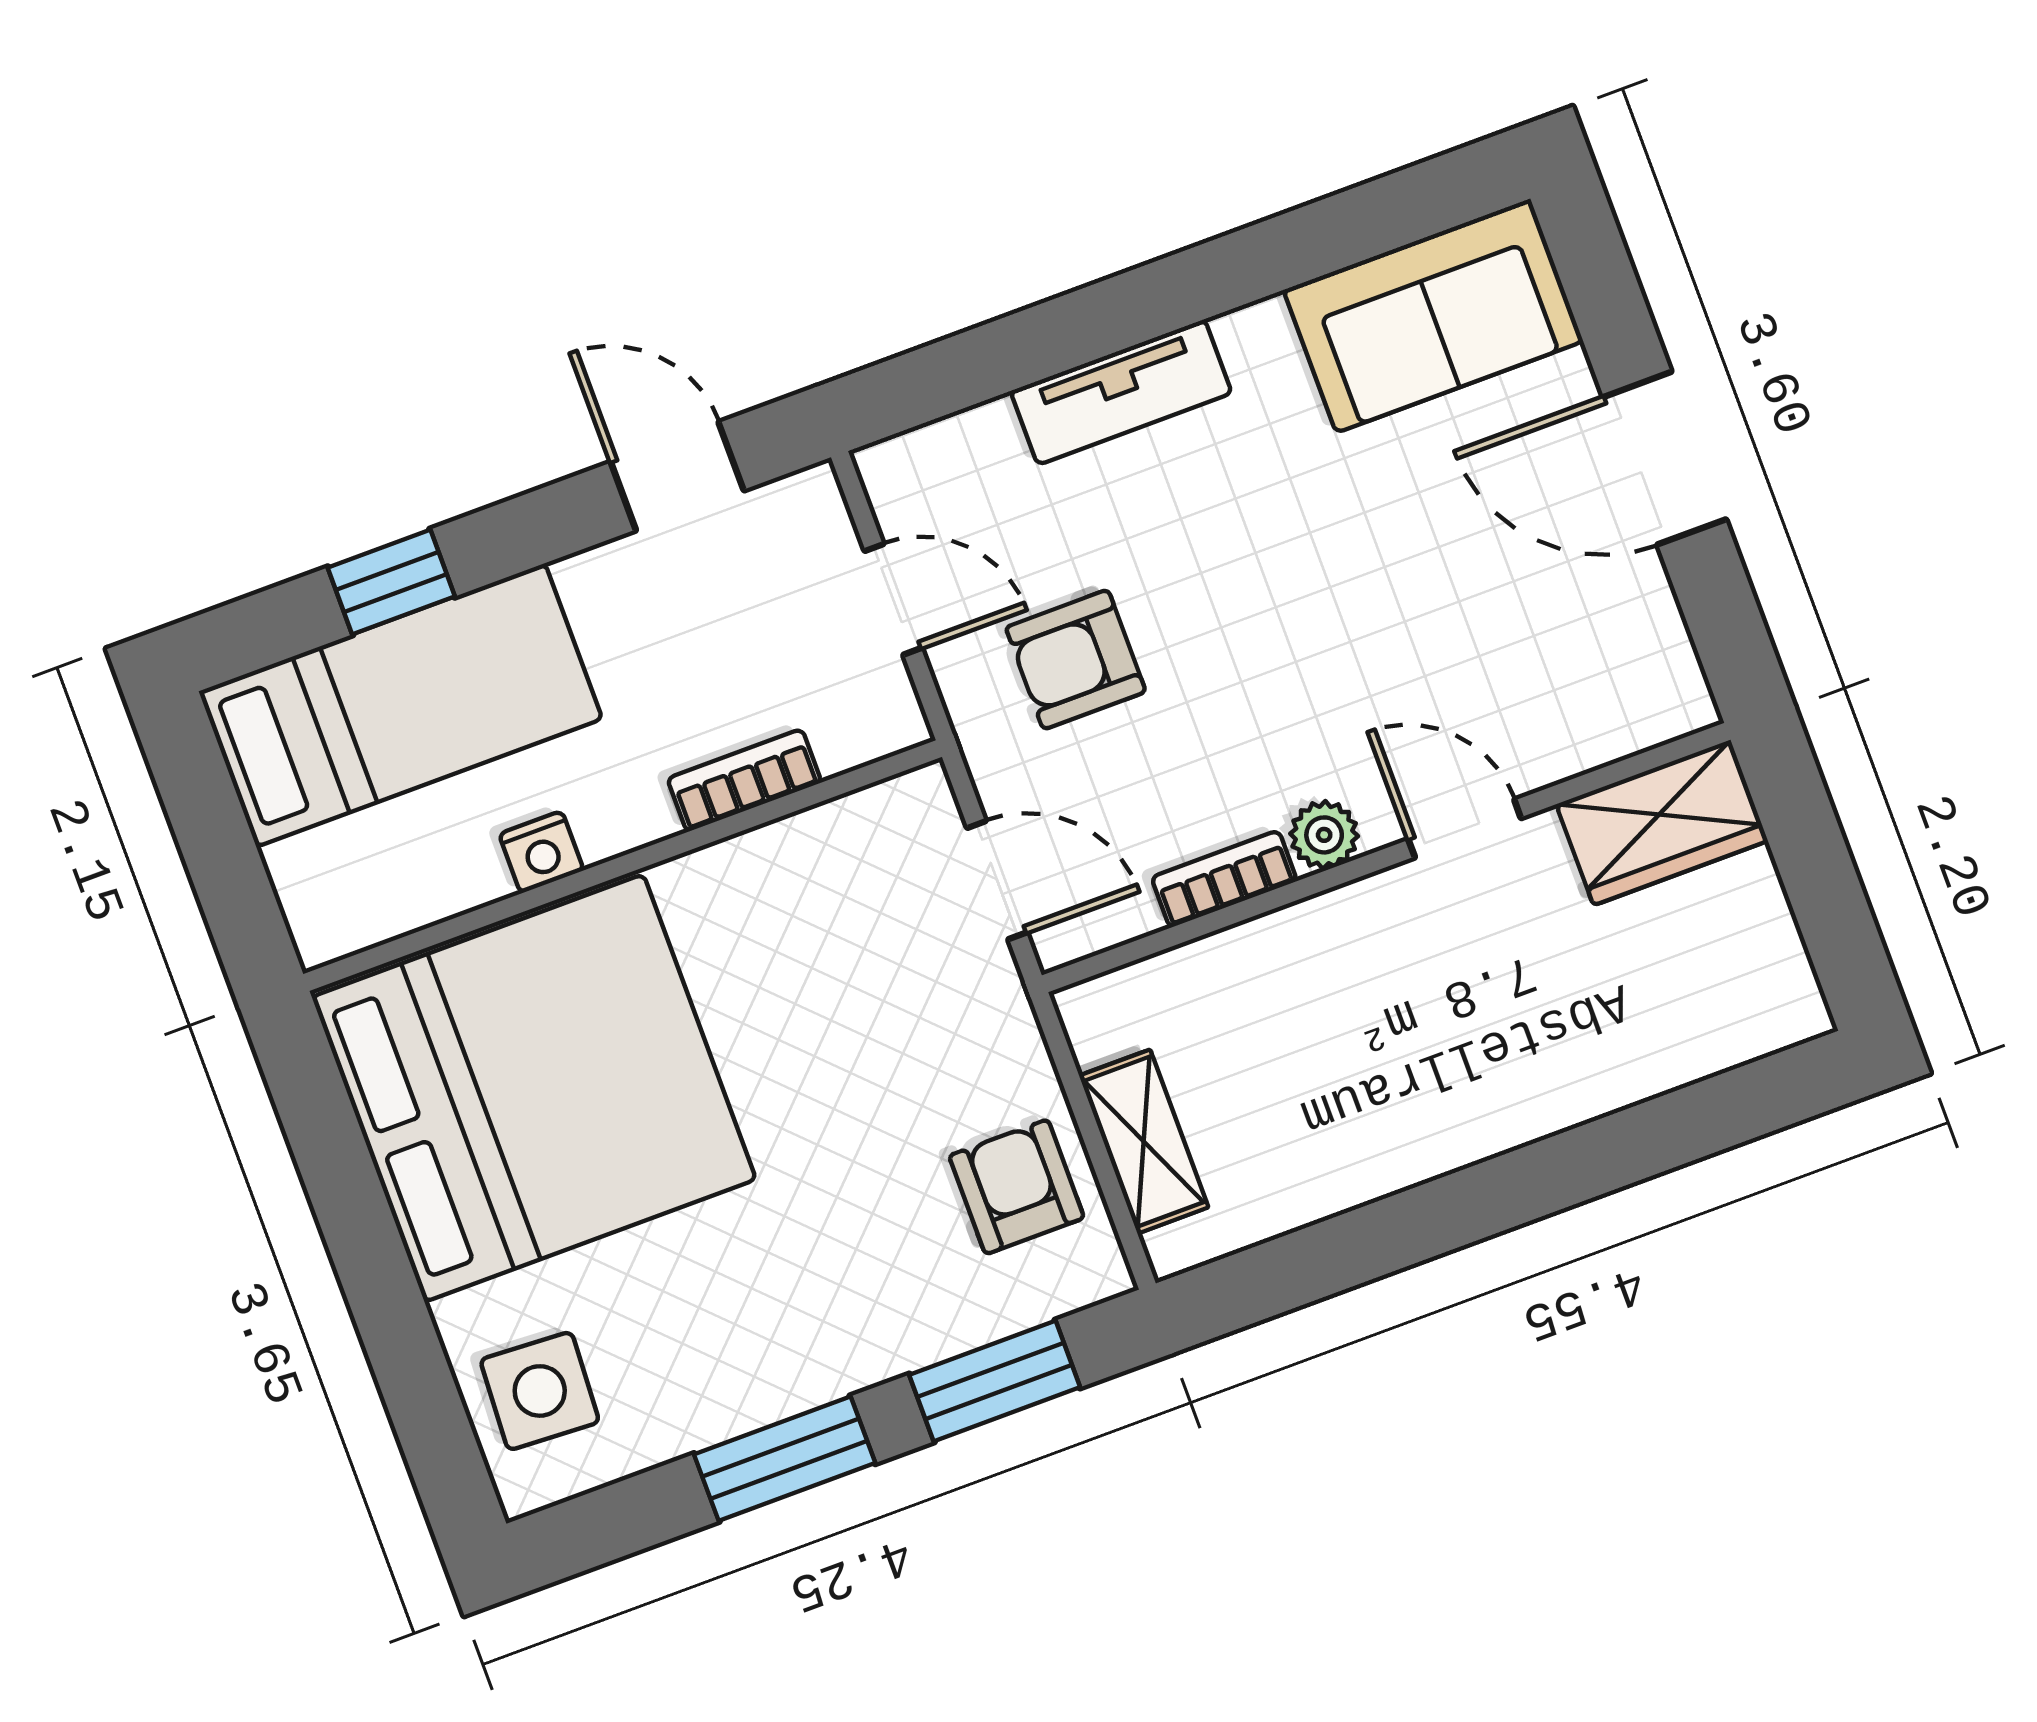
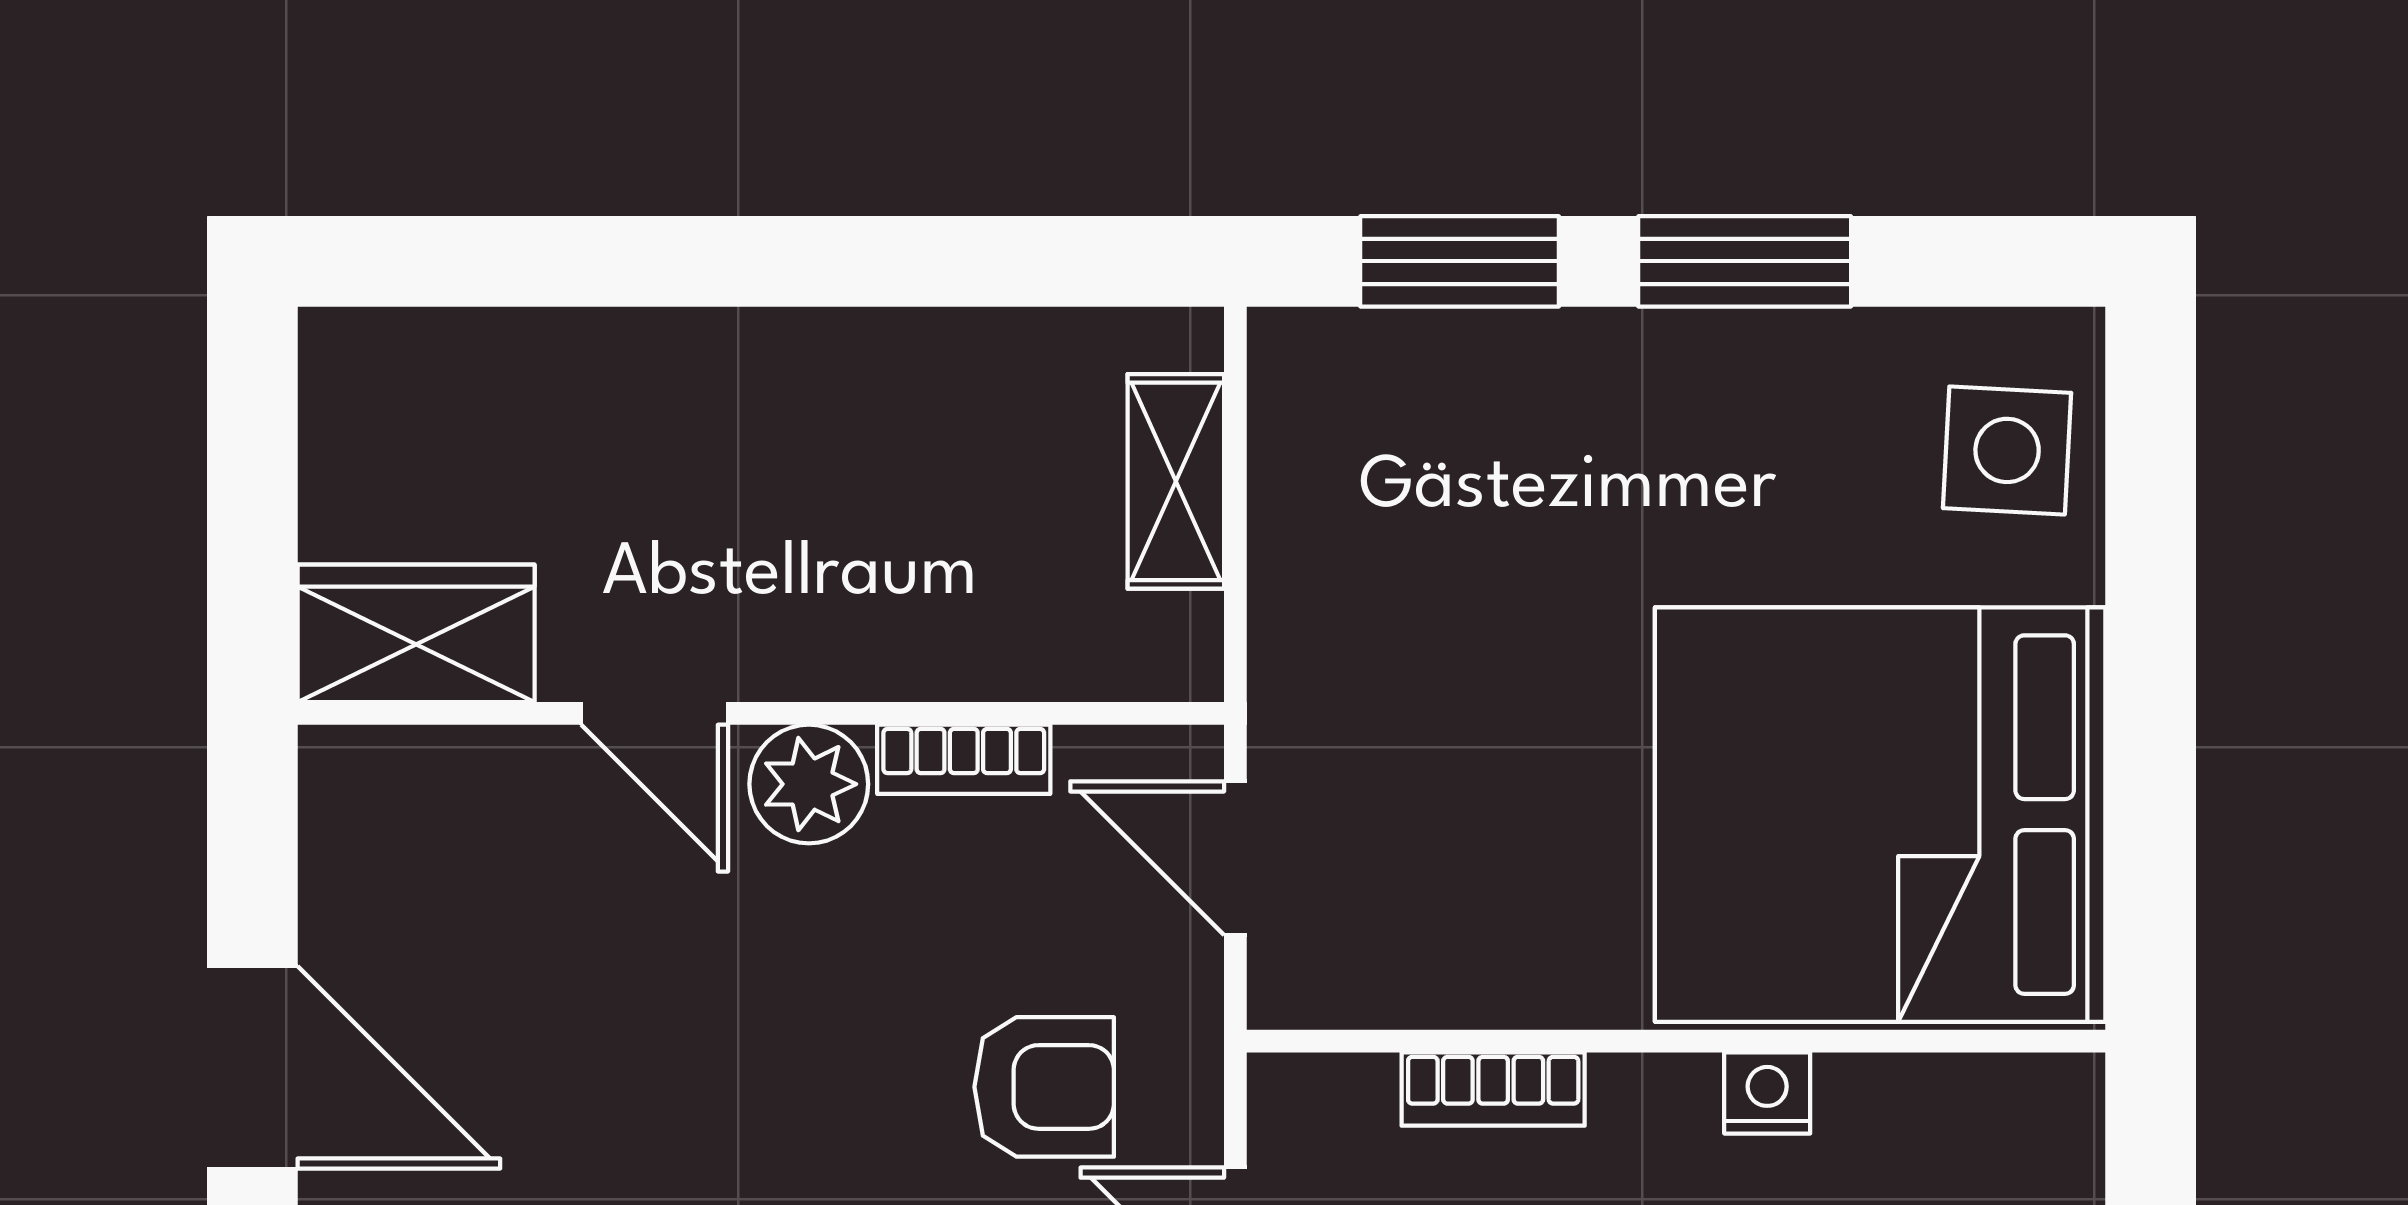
plant: (1324, 835) -> (809, 784), width x1.38, depth x1.38
armchair: (1017, 1187) -> (1348, 484), removed

